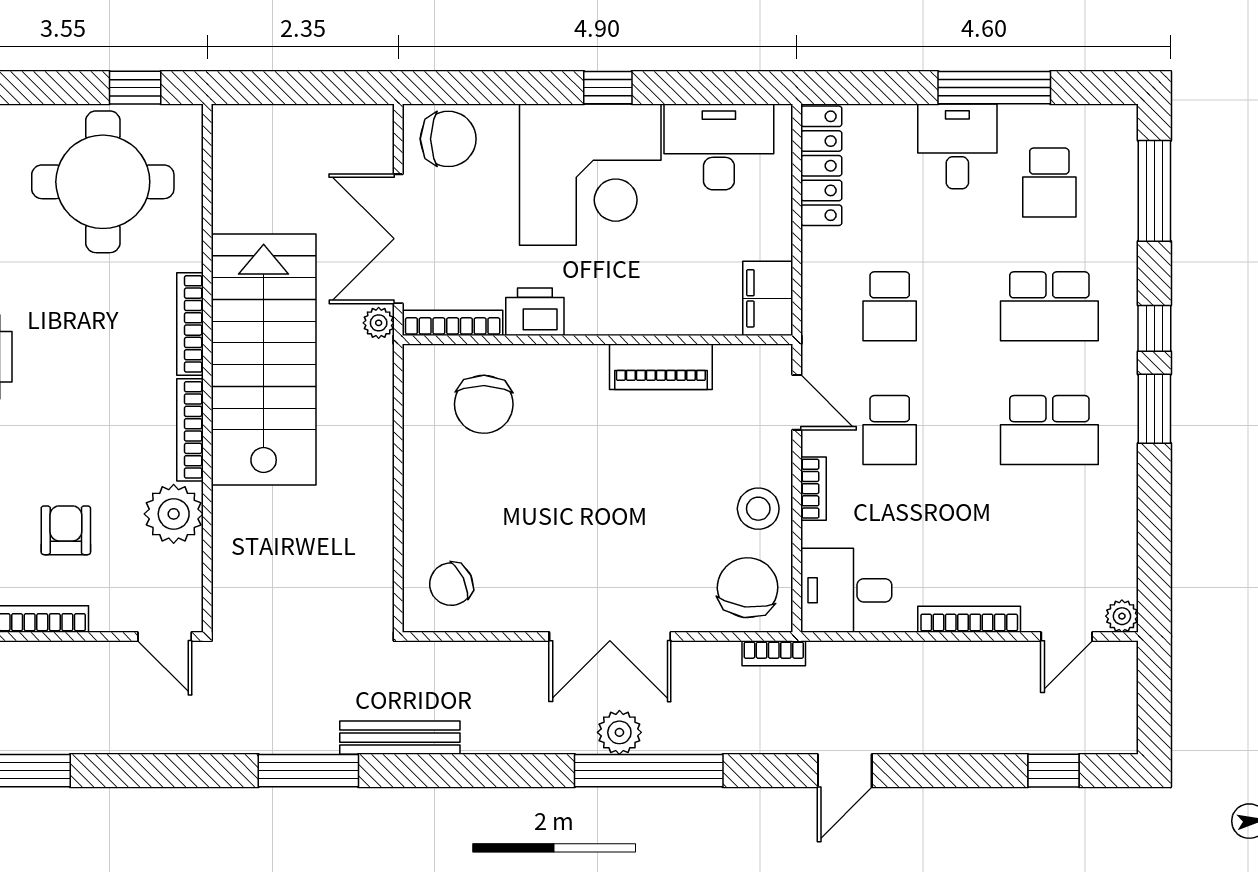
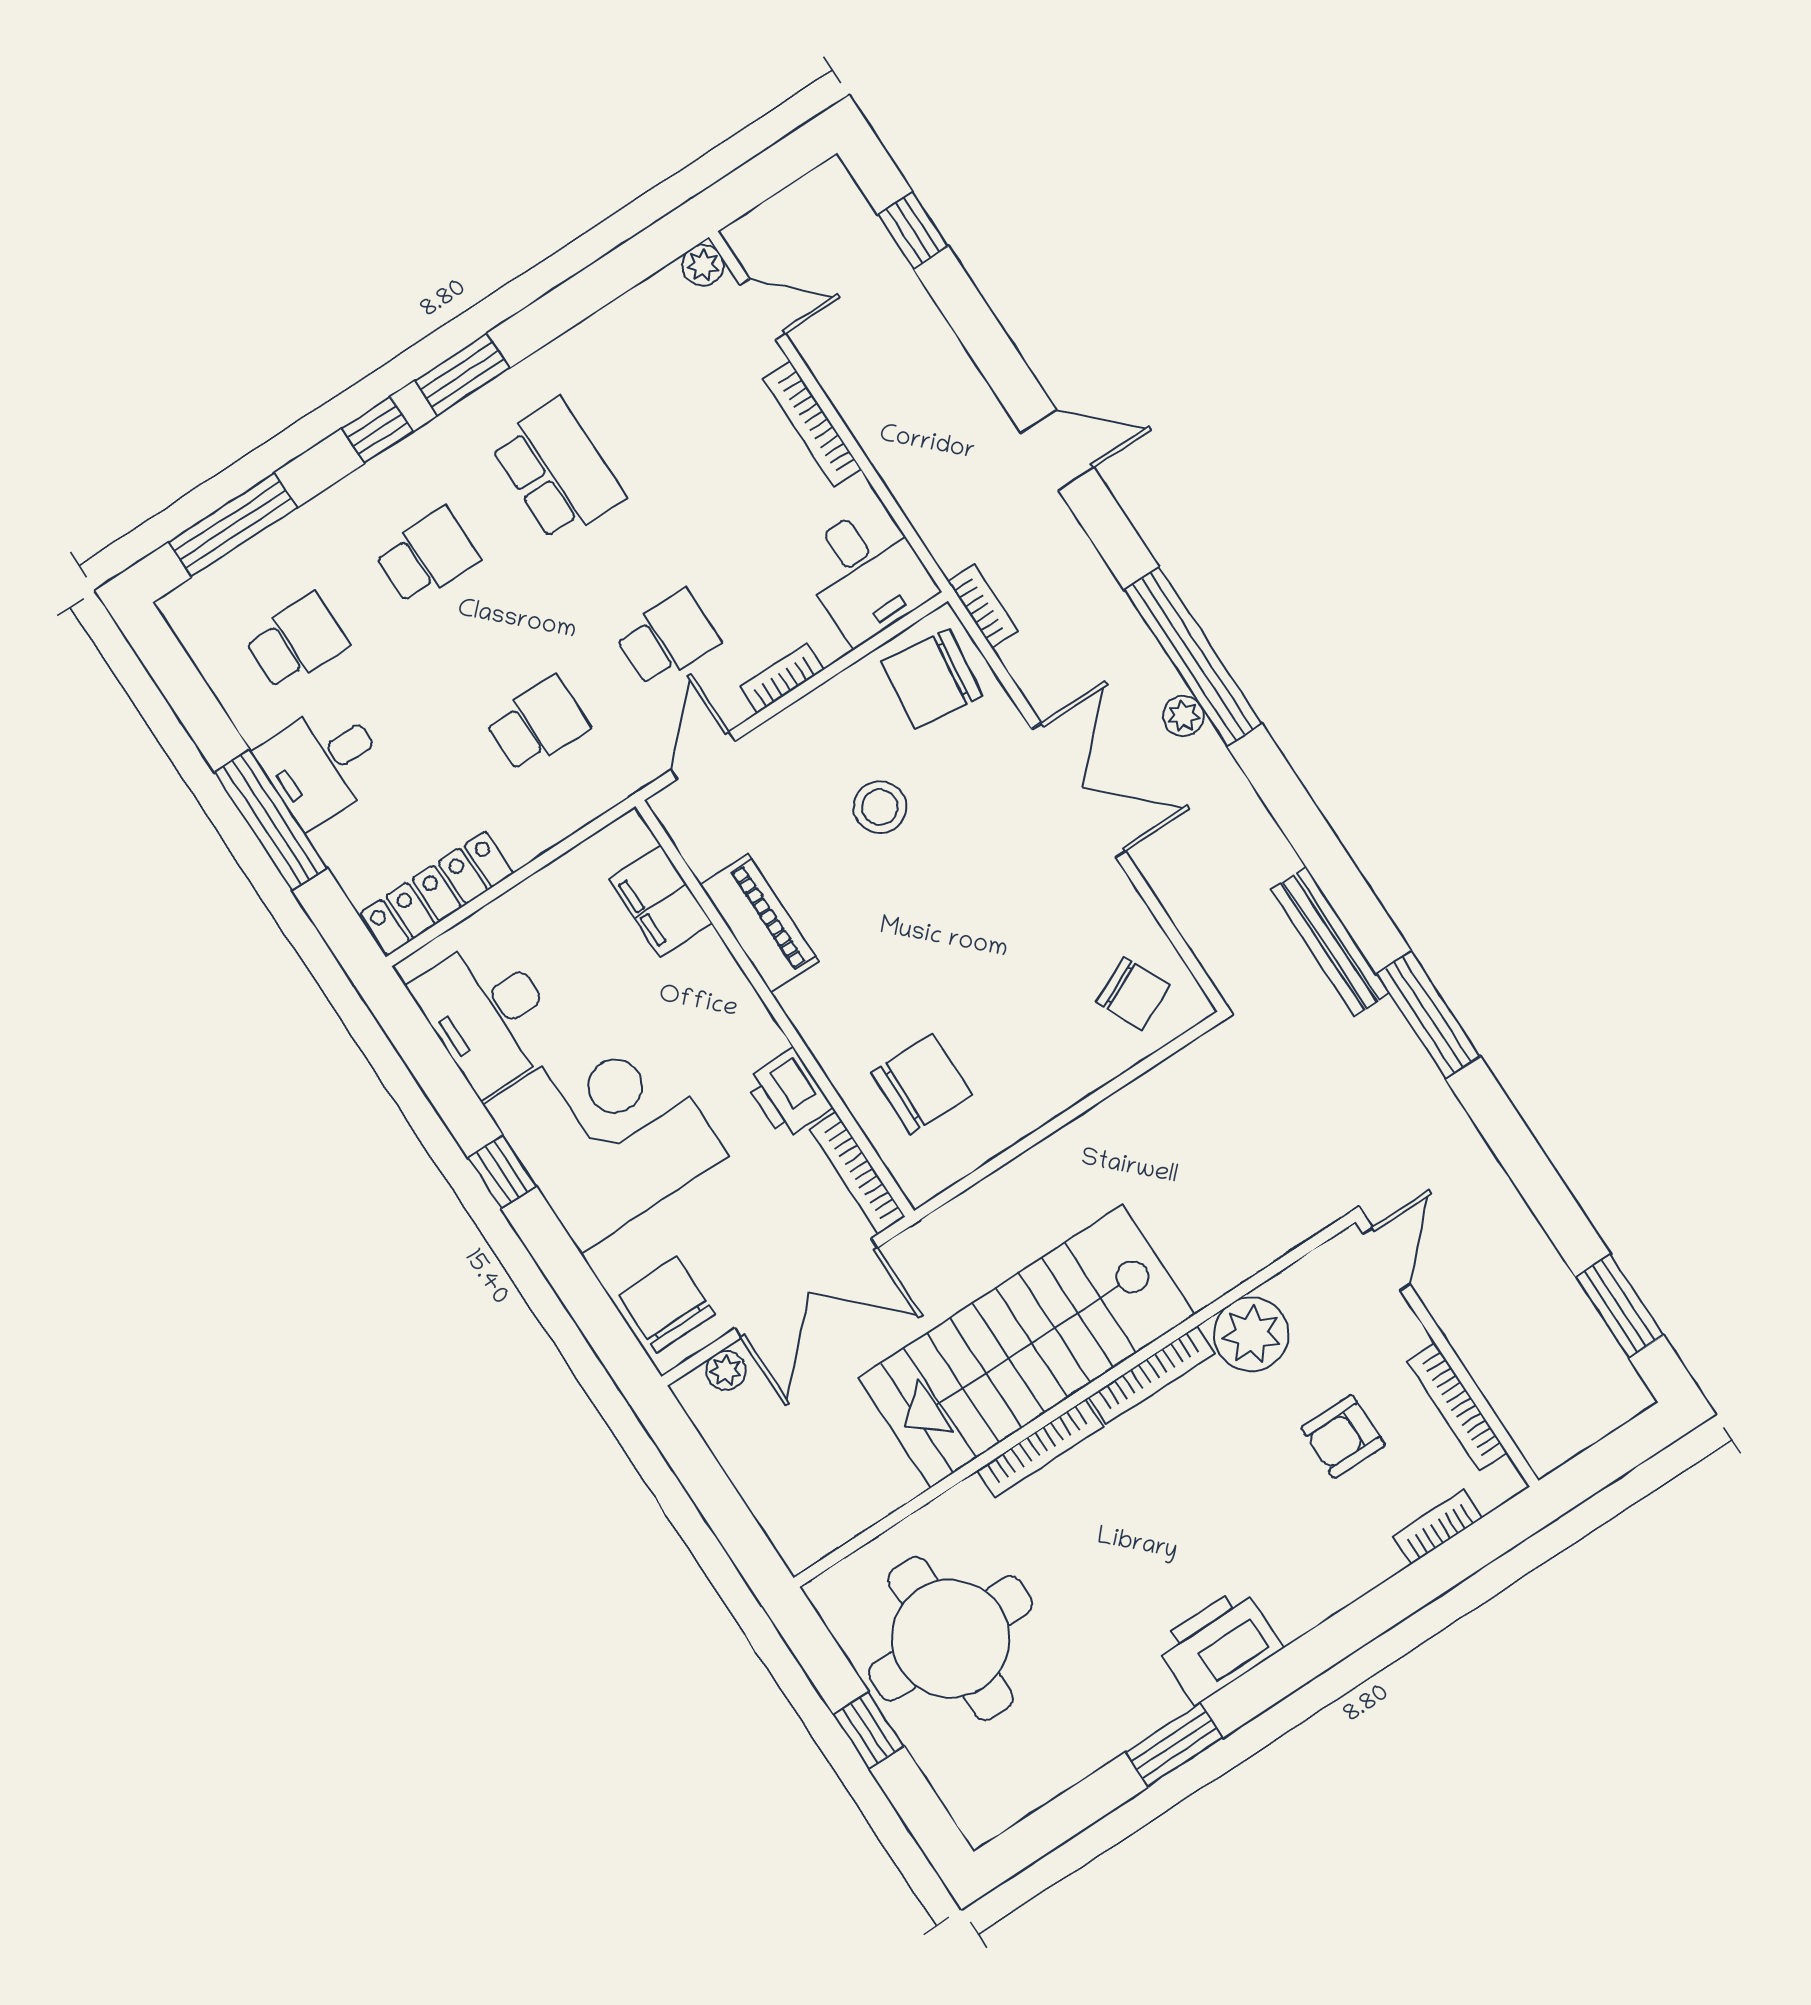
window: (135, 88) -> (869, 1730), moved
window: (994, 88) -> (271, 820), moved
filing cabinet: (768, 298) -> (661, 901), moved, turned 90
school desk: (1049, 306) -> (427, 556), width x0.54
plant: (379, 323) -> (726, 1370), moved
stool: (758, 509) -> (880, 807), moved
plant: (619, 732) -> (1183, 716), width x0.73, depth x0.73

